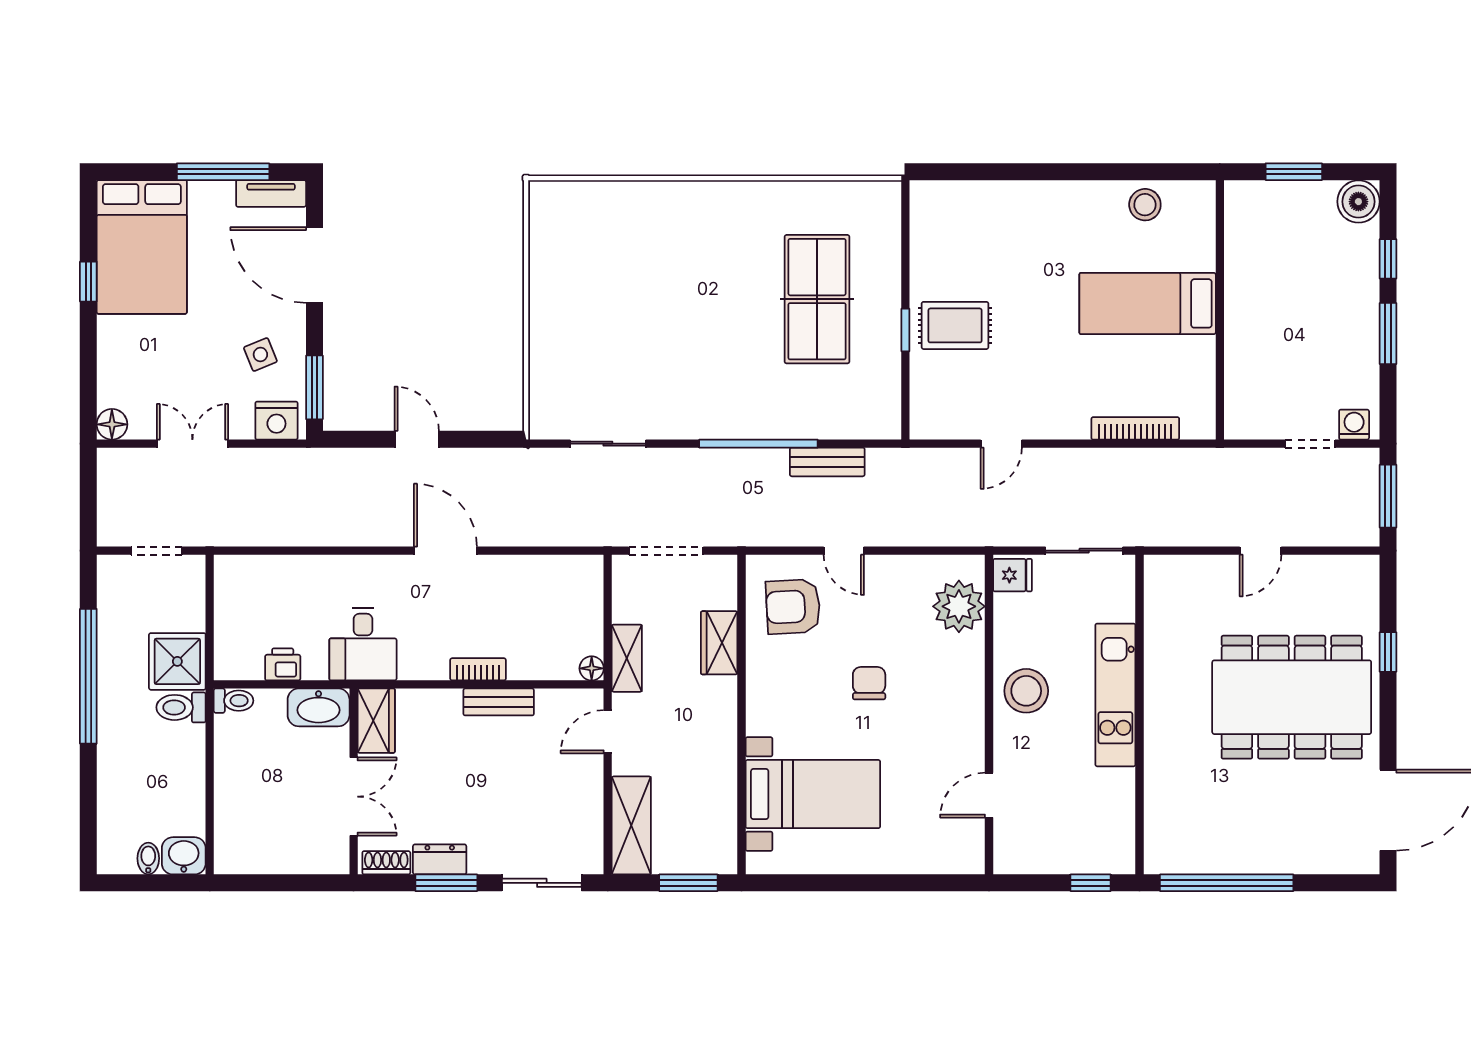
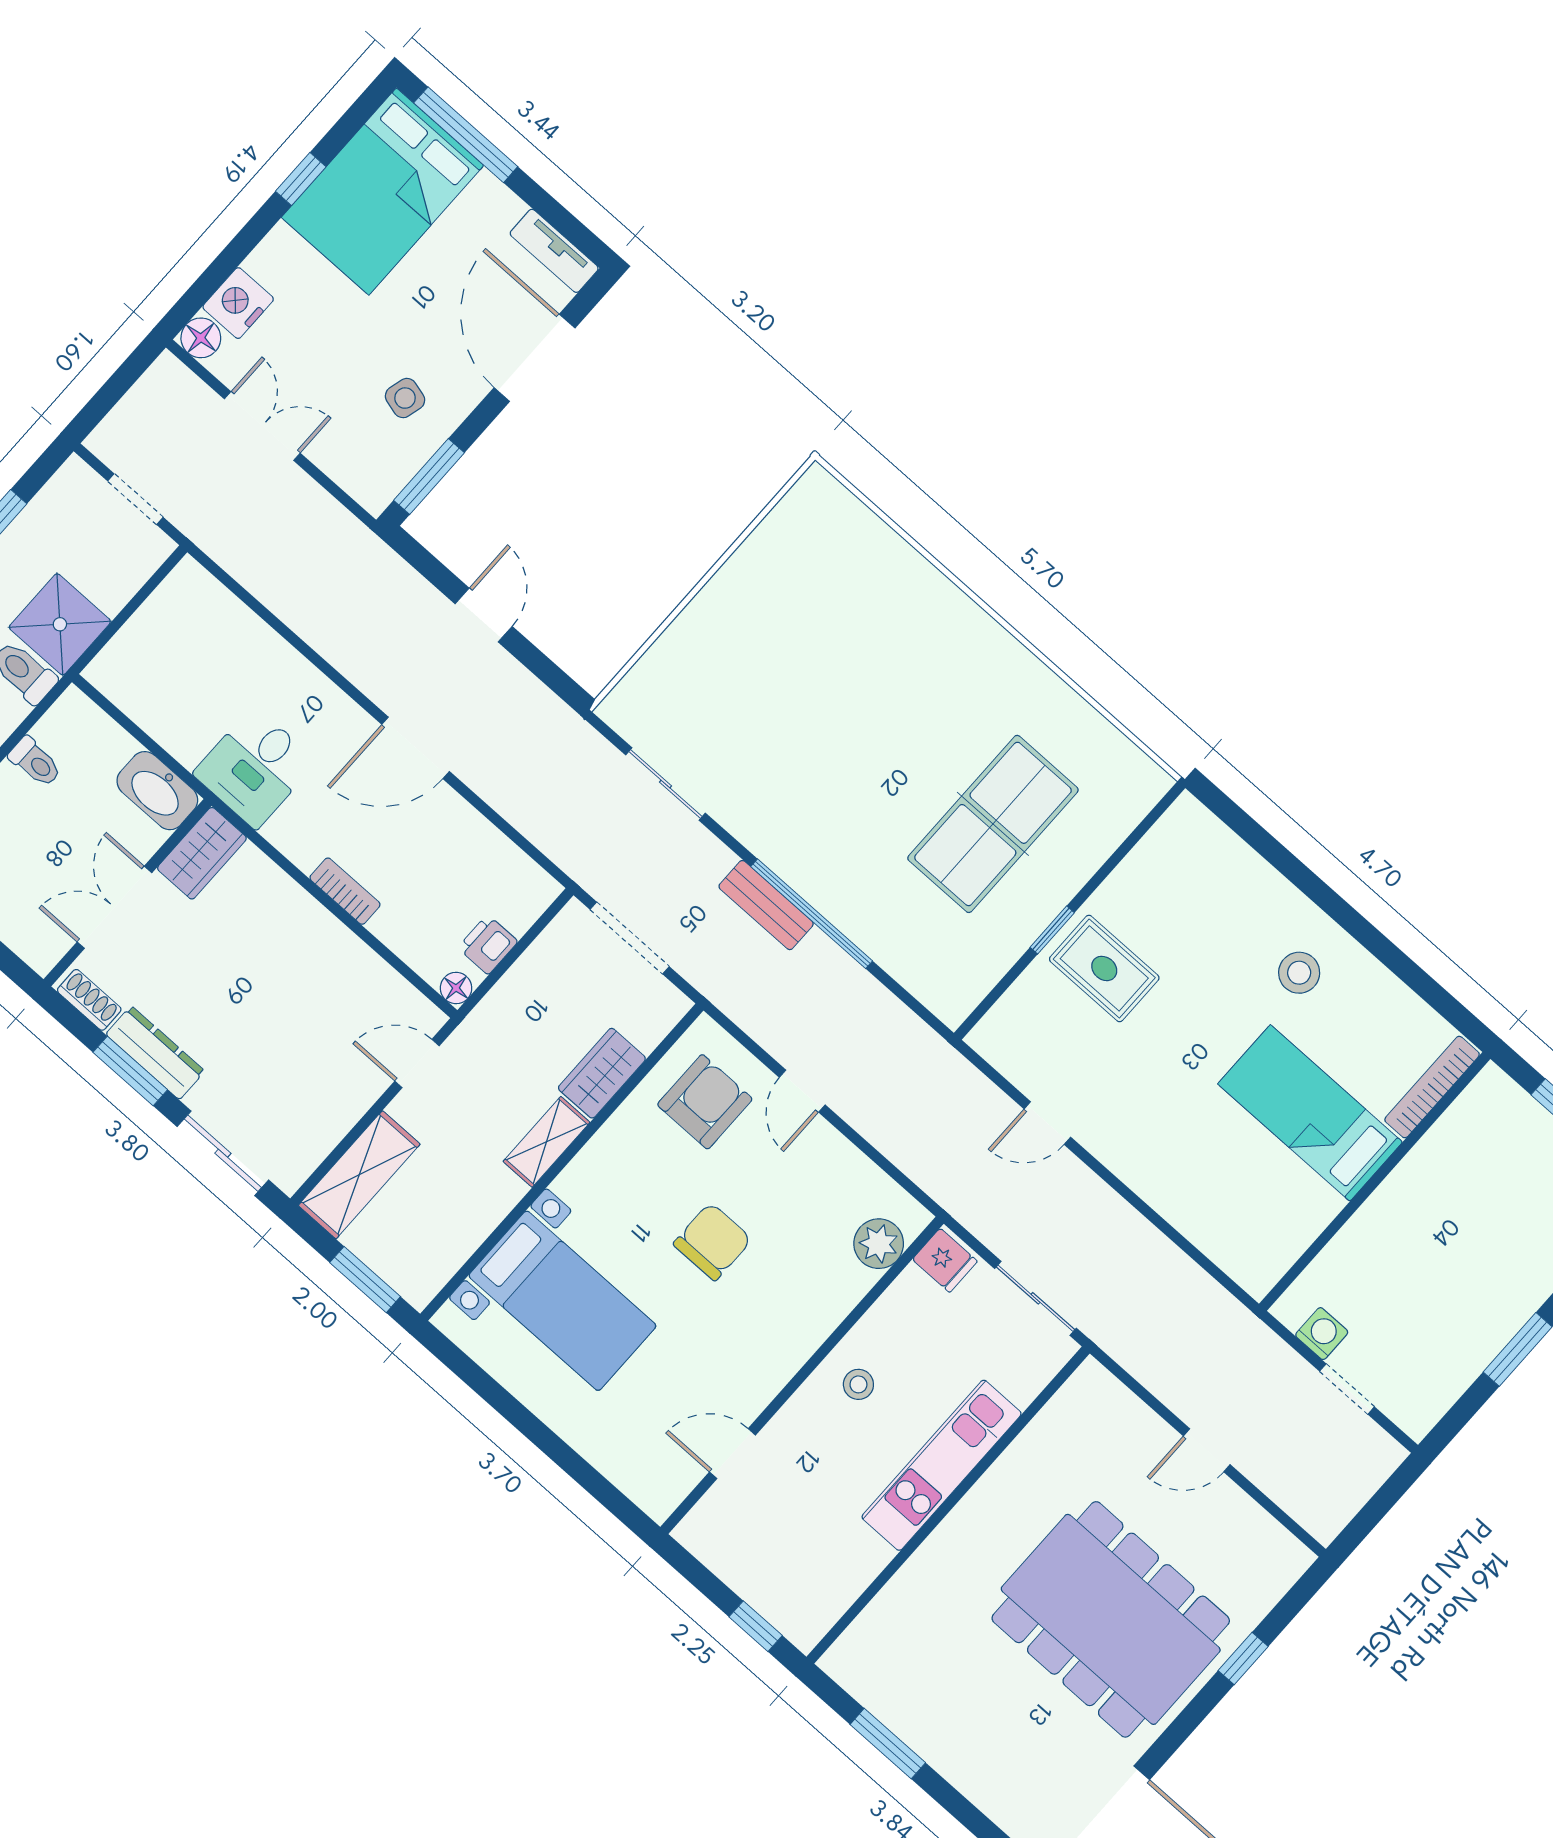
window: (223, 172) -> (466, 135), moved
stool: (1145, 205) -> (1299, 973), moved
side table: (260, 355) -> (405, 398), turned 37
nightstand: (276, 421) -> (238, 303), moved, turned 90
washing machine: (1354, 425) -> (1322, 1334), moved
bookcase: (1135, 428) -> (1432, 1087), moved, turned -90
bench: (827, 462) -> (766, 905), moved
window: (1388, 496) -> (1377, 1507), removed
door: (445, 551) -> (416, 748), swing flipped
plant: (959, 606) -> (879, 1244), width x0.73, depth x0.73
armchair: (793, 607) -> (705, 1102), turned 93
shelving: (627, 658) -> (546, 1142), moved
printer: (283, 664) -> (488, 945), moved, turned -90
chair: (869, 683) -> (713, 1242), width x1.37, depth x1.37
stool: (1026, 691) -> (858, 1384), width x0.53, depth x0.53
toilet: (234, 701) -> (35, 762), moved
bench: (499, 702) -> (337, 941), removed
double door: (354, 797) -> (114, 907), swing flipped
dresser: (440, 859) -> (155, 1053), width x1.44
window: (1227, 883) -> (888, 1743), width x0.47

